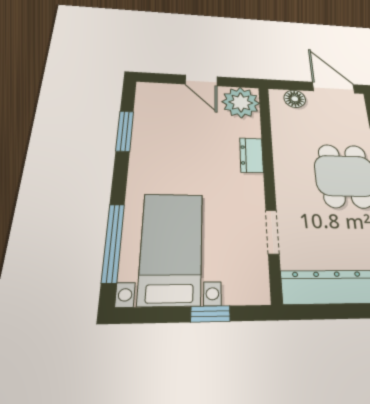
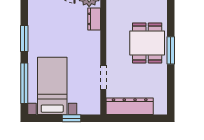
window: (125, 131) -> (24, 38), moved
dresser: (251, 155) -> (94, 19), moved

